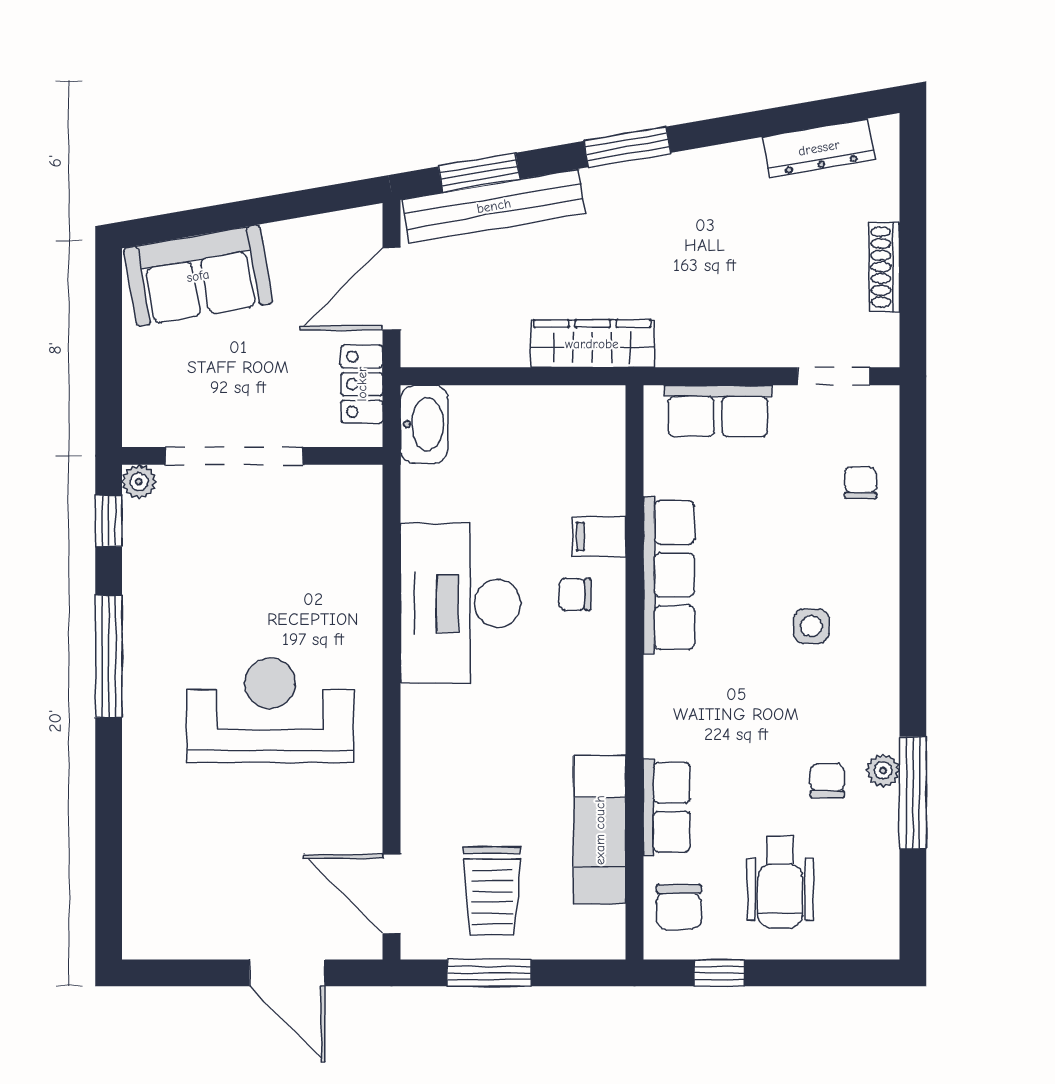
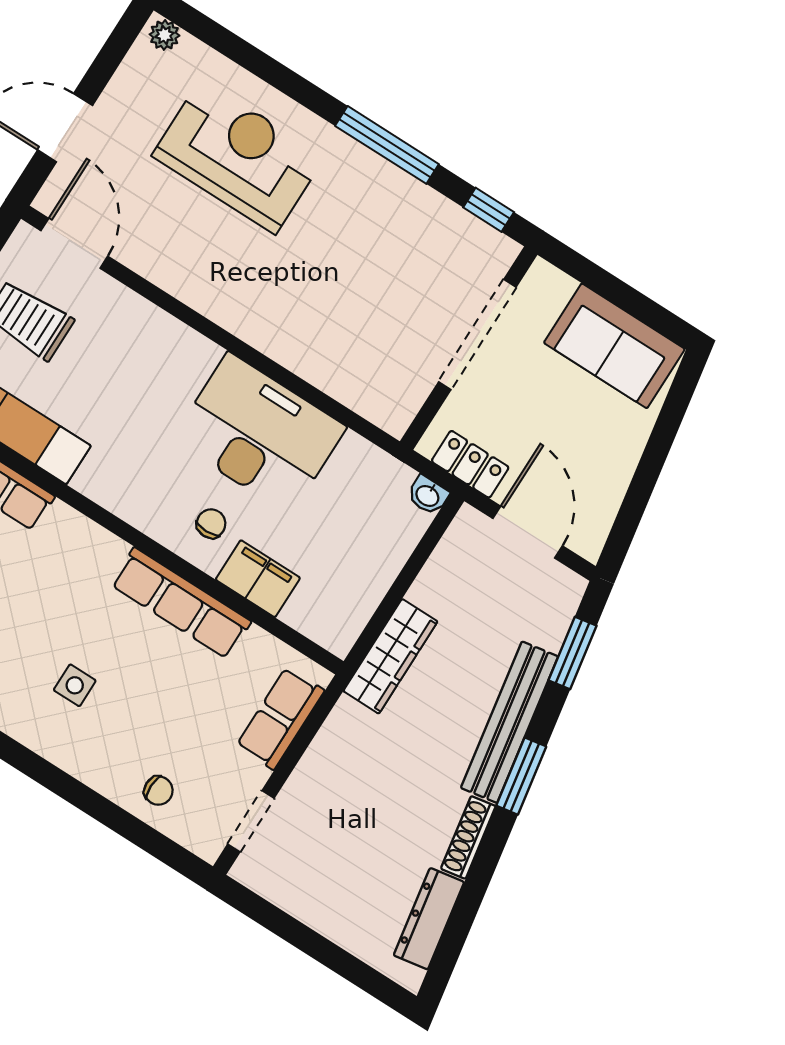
bench: (494, 206) -> (509, 722), moved
shoe rack: (884, 267) -> (468, 837), moved, turned -100
sofa: (198, 276) -> (614, 346), moved, turned -80
washbasin: (424, 424) -> (428, 495), width x0.52, depth x0.69
plant: (139, 482) -> (165, 35), moved
filing cabinet: (599, 537) -> (258, 579), width x2.00
reception desk: (270, 711) -> (238, 156), moved, turned -90
door: (391, 894) -> (74, 243), hinge flipped

